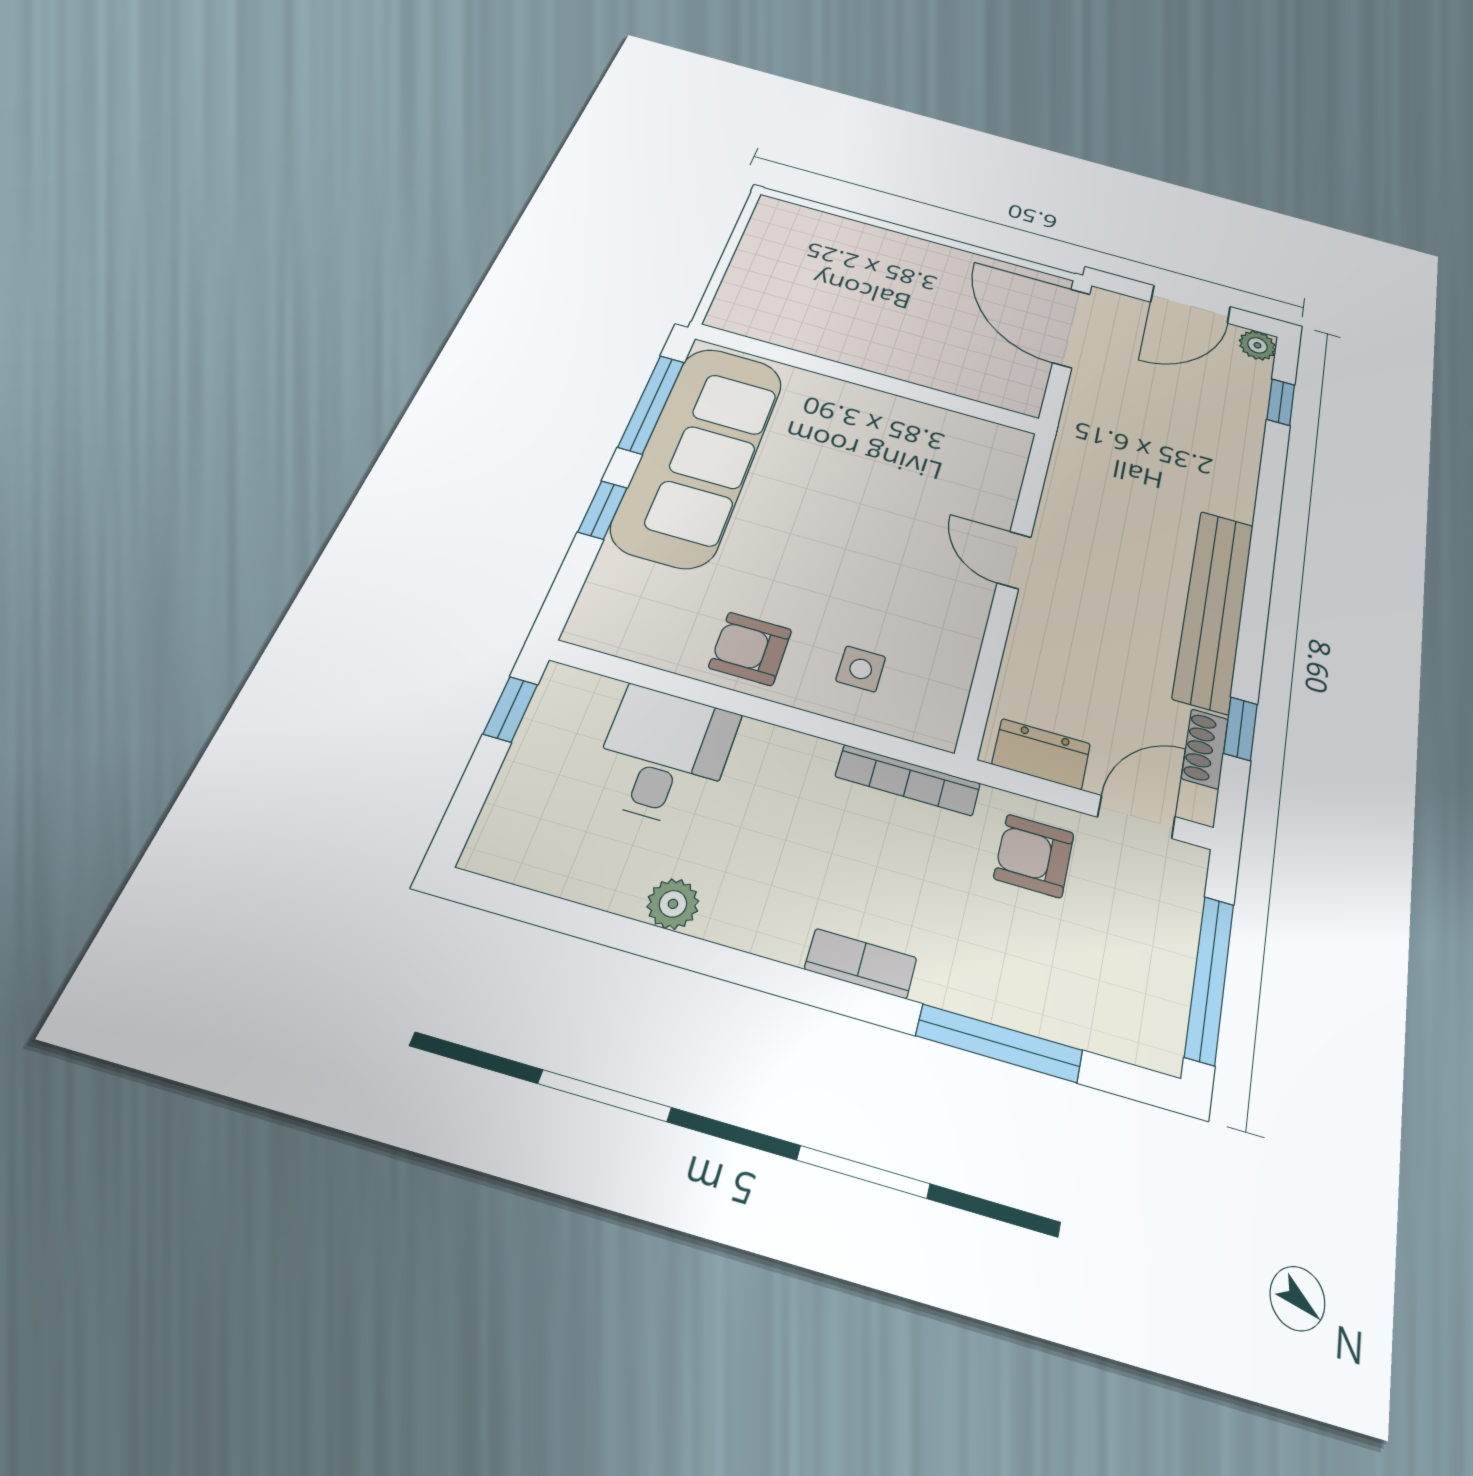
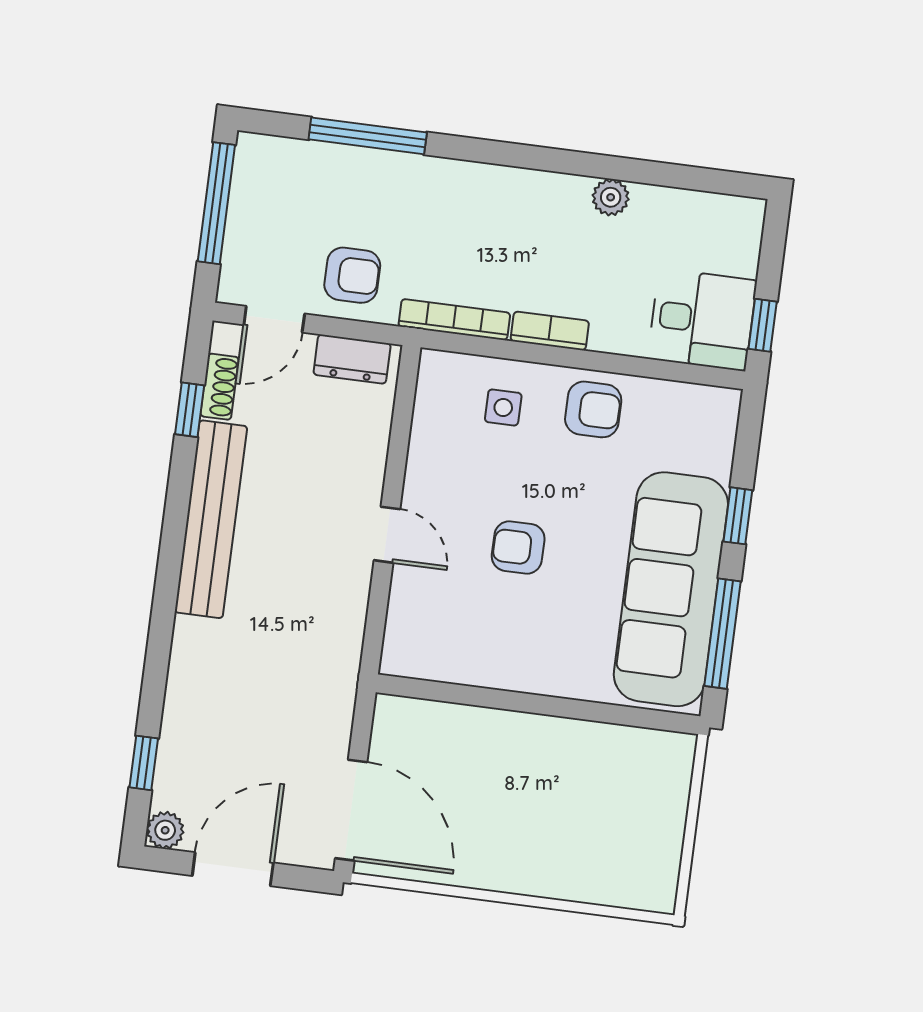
armchair: (866, 522) -> (518, 547), added
desk: (664, 755) -> (702, 320), moved, turned -90
bookcase: (861, 963) -> (550, 331), moved, turned 180

